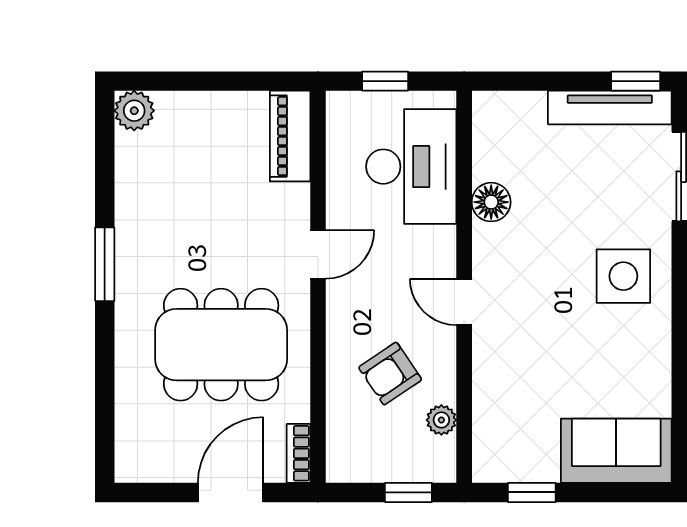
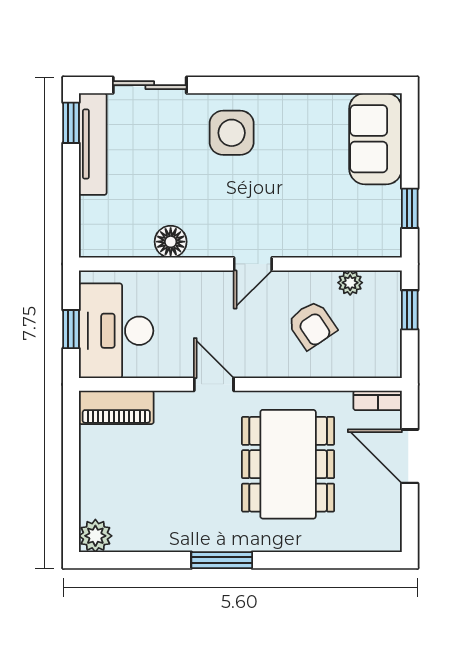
desk: (411, 167) -> (116, 331), moved, turned -90

